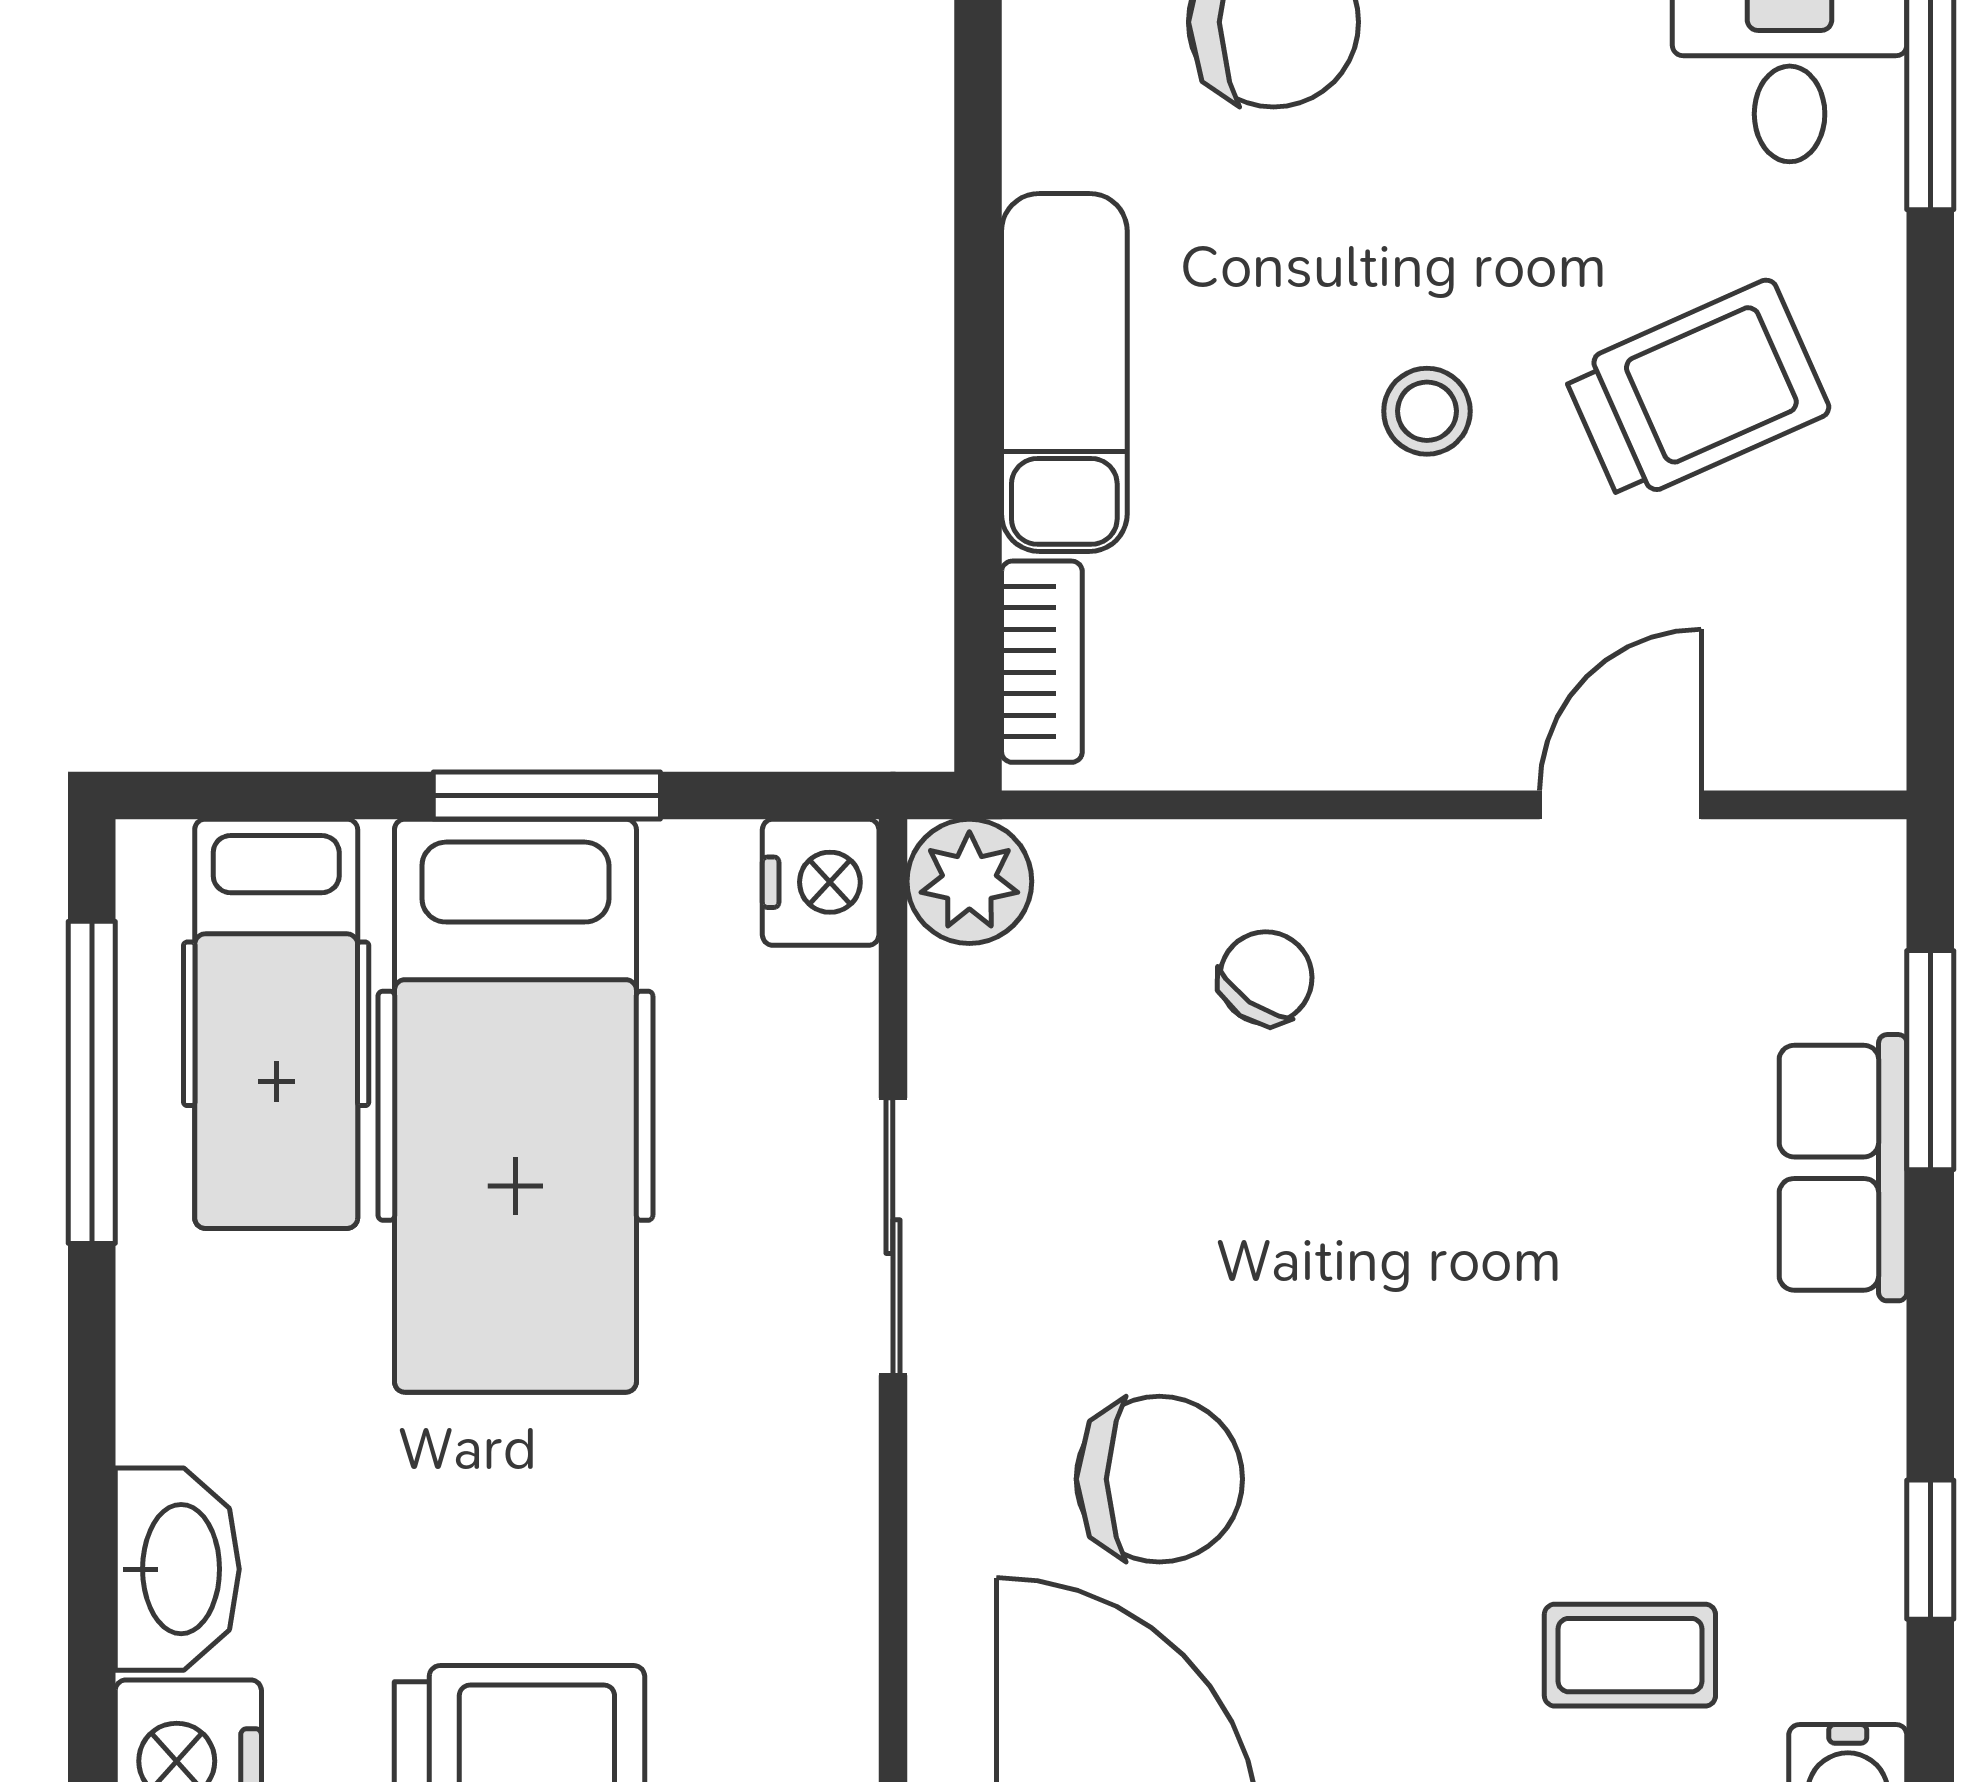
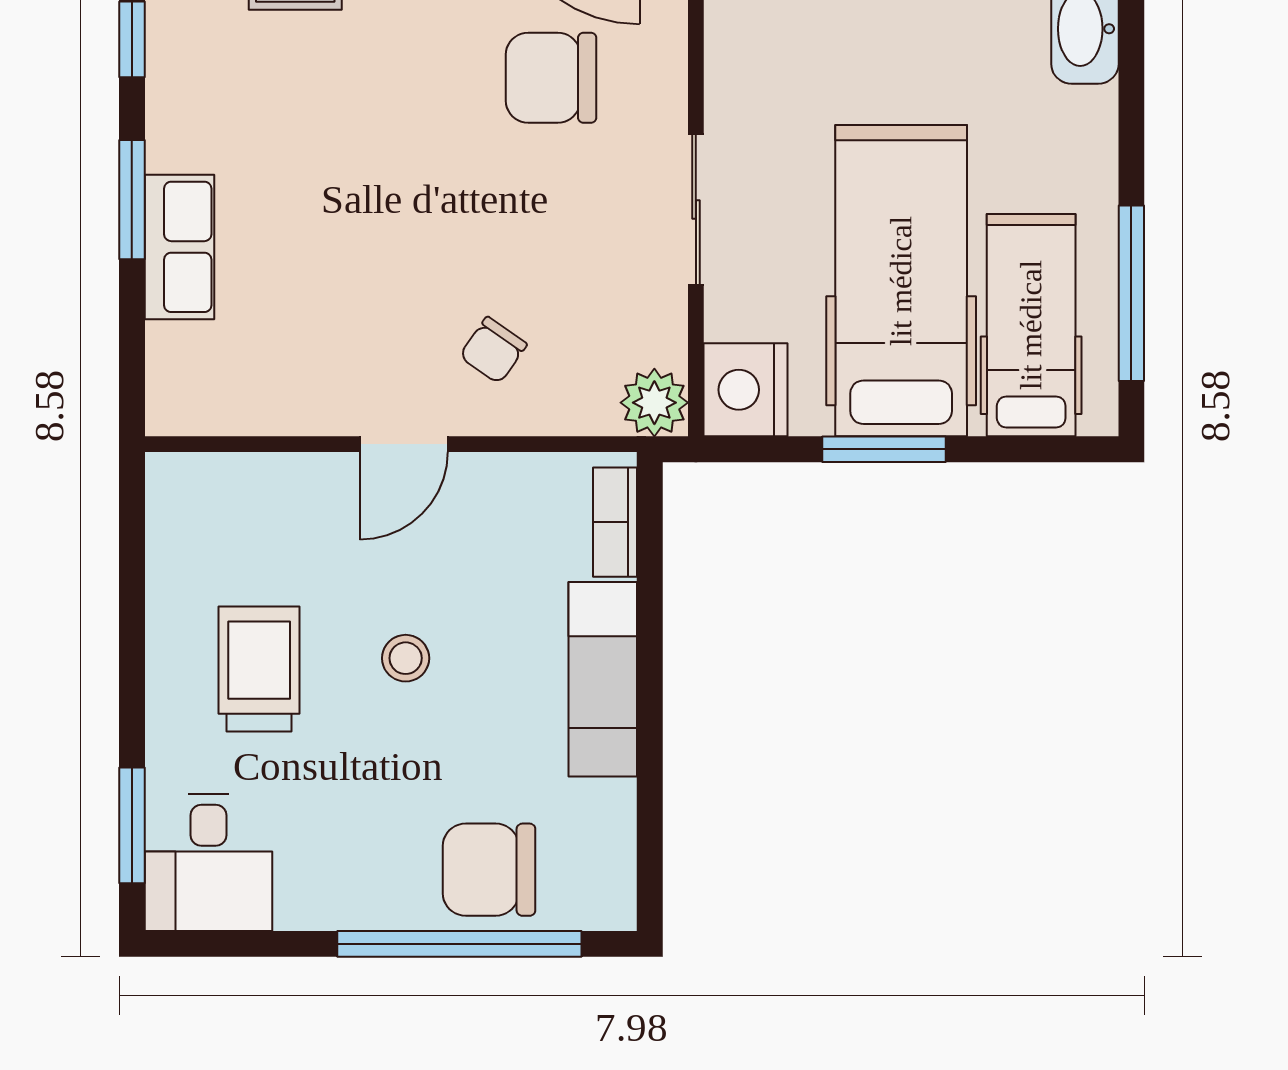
trolley: (1697, 391) -> (259, 669), turned 114
door: (1620, 805) -> (404, 444), moved
nightstand: (821, 882) -> (746, 390), width x1.36, depth x1.33
window: (1930, 1060) -> (132, 200), moved

